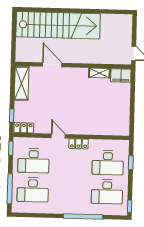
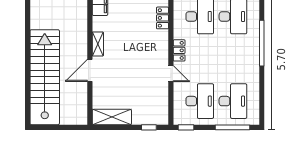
door: (52, 65) -> (90, 70), moved
shelving: (99, 73) -> (98, 44), moved
locker: (24, 128) -> (163, 18), moved
door: (58, 136) -> (171, 74), swing flipped

